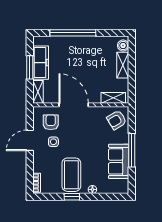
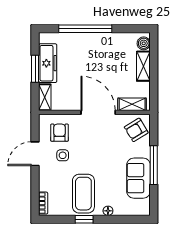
door: (74, 105) -> (98, 112), moved

